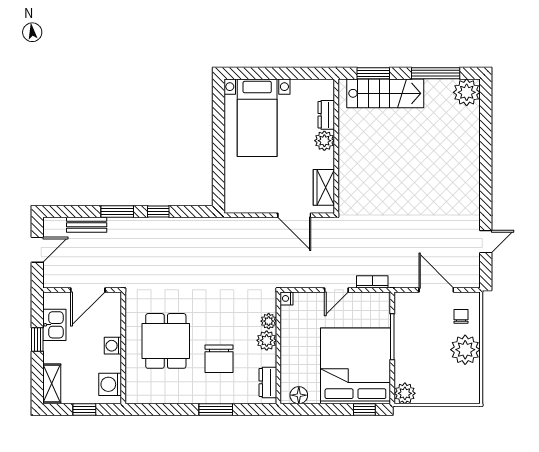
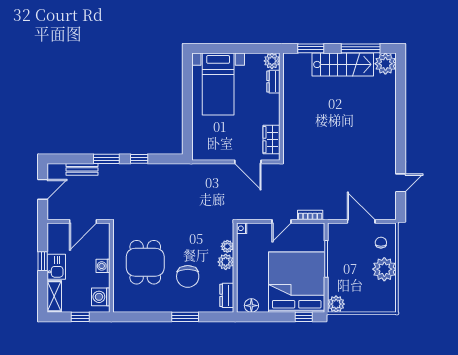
stairs: (385, 93) -> (343, 64), moved
plant: (324, 141) -> (272, 61), moved
kitchen sink: (54, 325) -> (56, 267), moved

